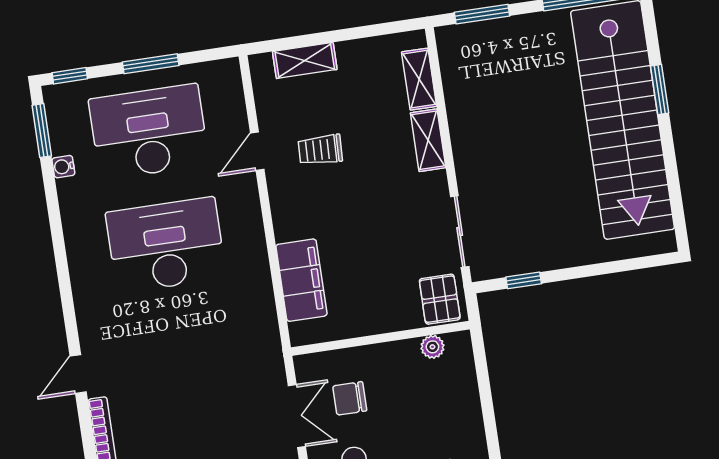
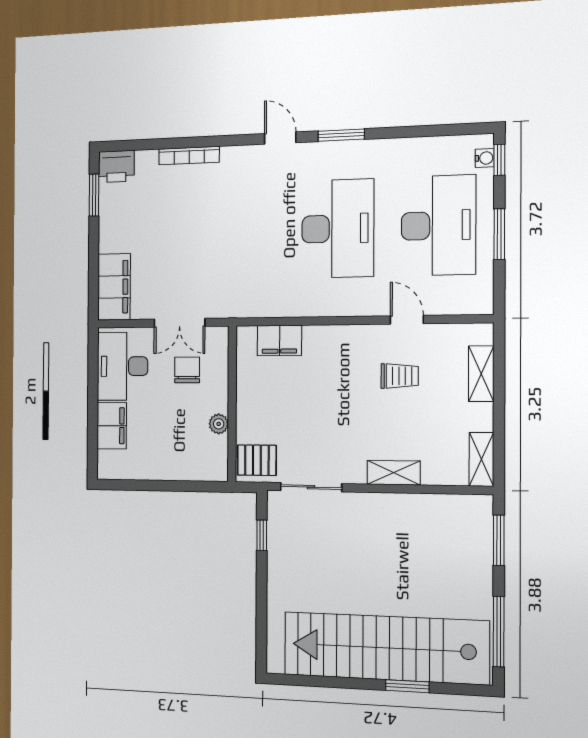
shelving: (419, 79) -> (481, 459), moved, turned 90
window: (42, 131) -> (341, 135), moved
trolley: (320, 150) -> (400, 376), turned 88
water cooler: (63, 167) -> (485, 158), moved, turned 90
filing cabinet: (301, 280) -> (279, 340), width x0.67, depth x0.86
plant: (432, 347) -> (219, 424), moved
door: (78, 374) -> (280, 138), moved

